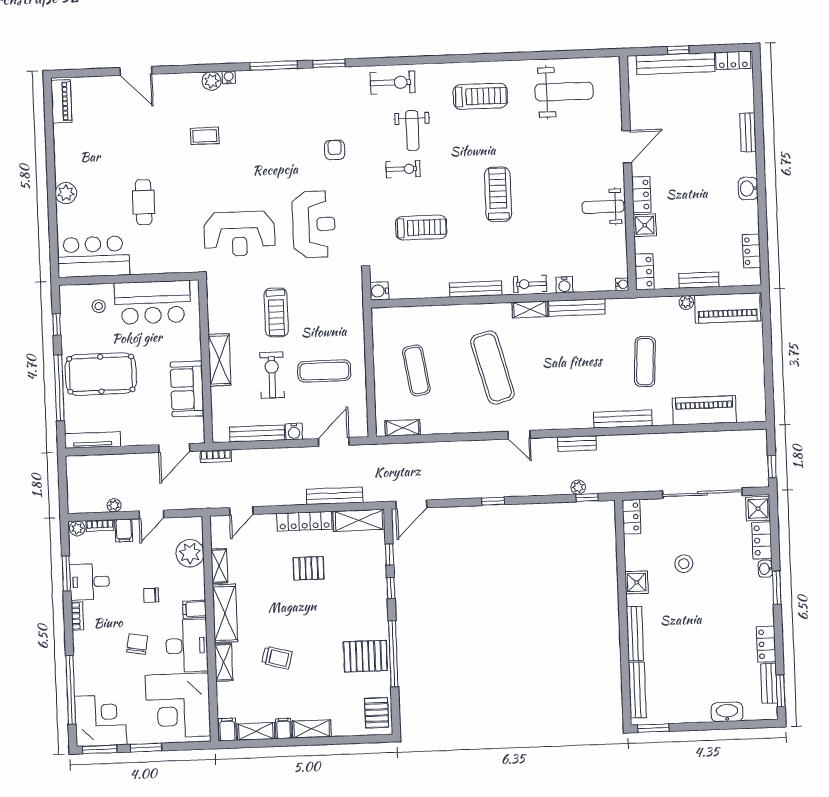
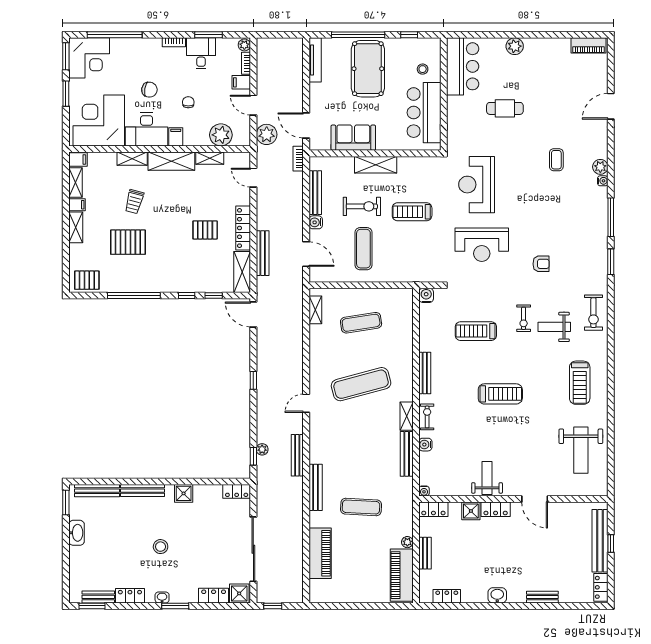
treadmill: (421, 228) -> (476, 331), turned 90
bench: (577, 443) -> (297, 455), width x1.36
plant: (114, 505) -> (267, 134), moved, width x1.87, depth x1.87
stool: (684, 564) -> (161, 547), moved
pallet: (309, 568) -> (205, 230), turned 90
washbasin: (765, 569) -> (162, 597), moved
pallet: (366, 656) -> (128, 242), moved, turned 90
washbasin: (727, 712) -> (77, 533), moved

